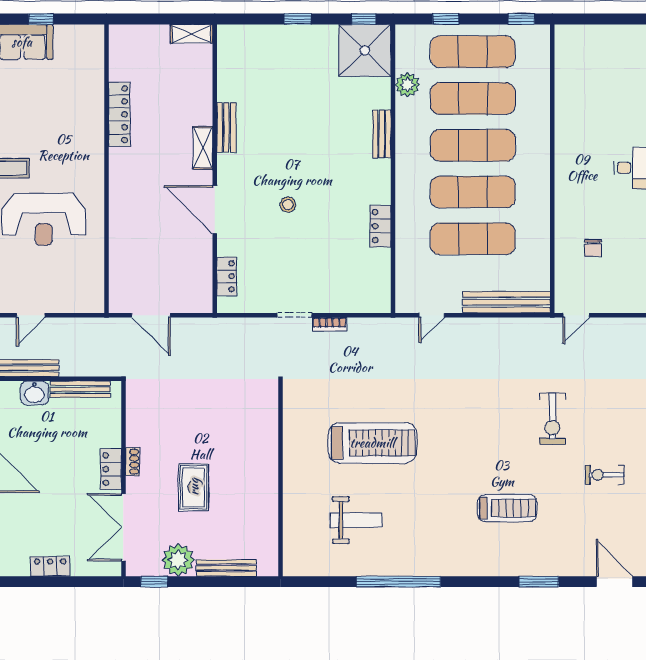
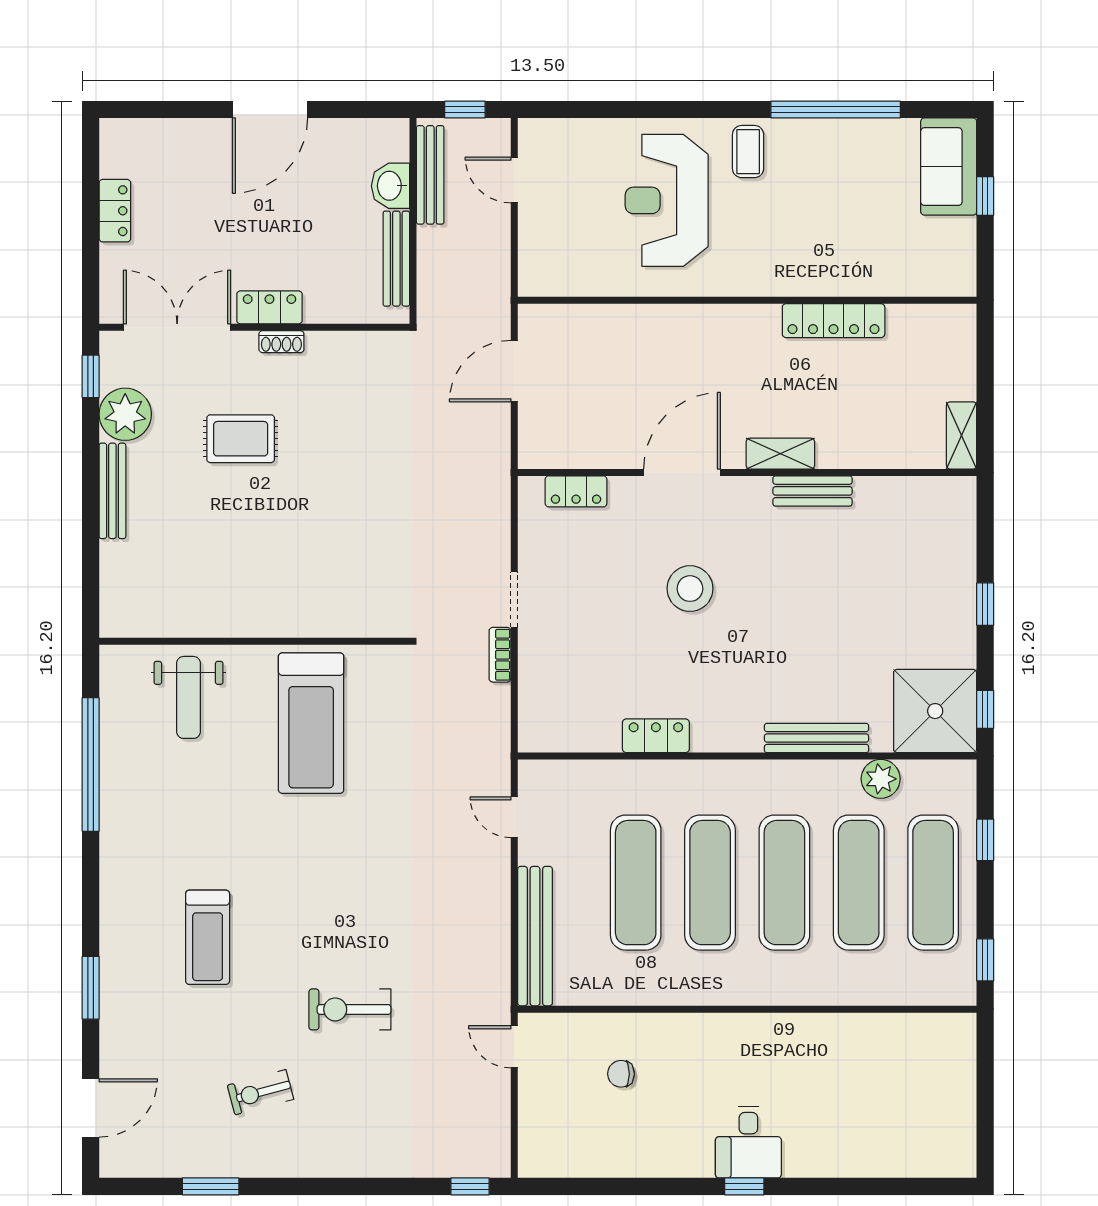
bench: (382, 134) -> (816, 738), width x1.36
stool: (288, 205) -> (690, 589), width x1.89, depth x1.89
exercise bike: (605, 475) -> (260, 1092), turned -105
wall: (281, 479) -> (254, 641), moved

